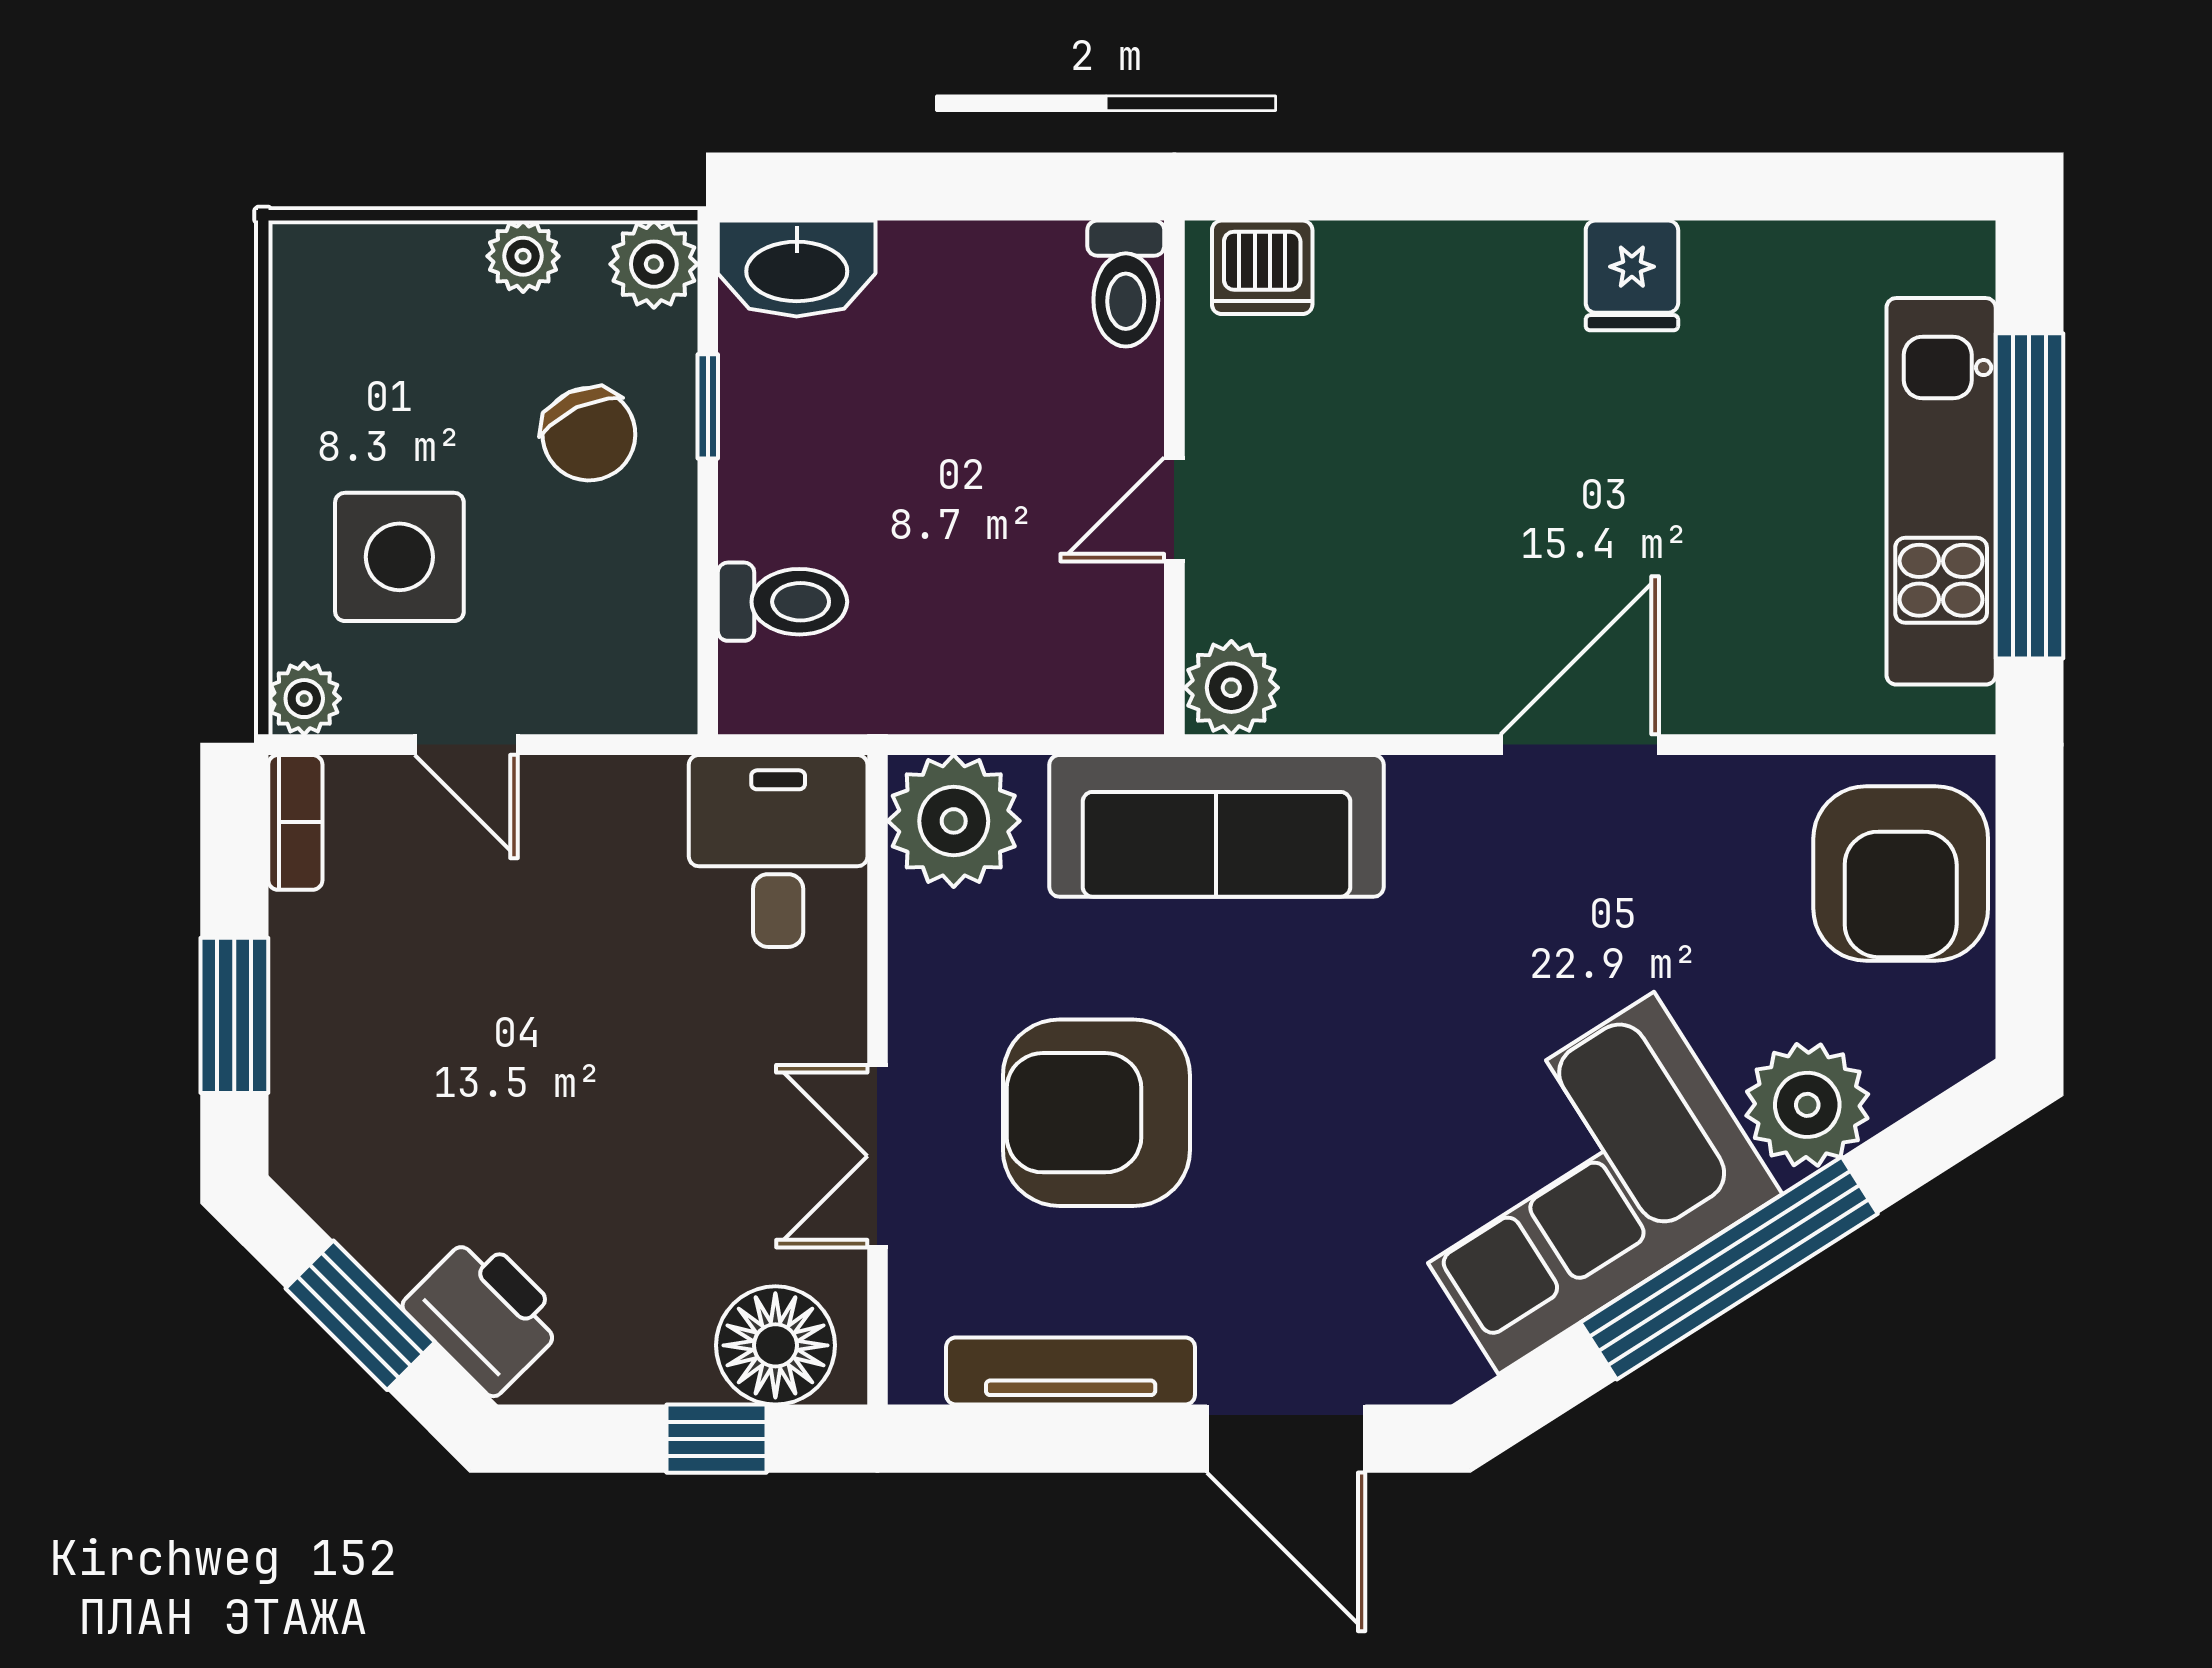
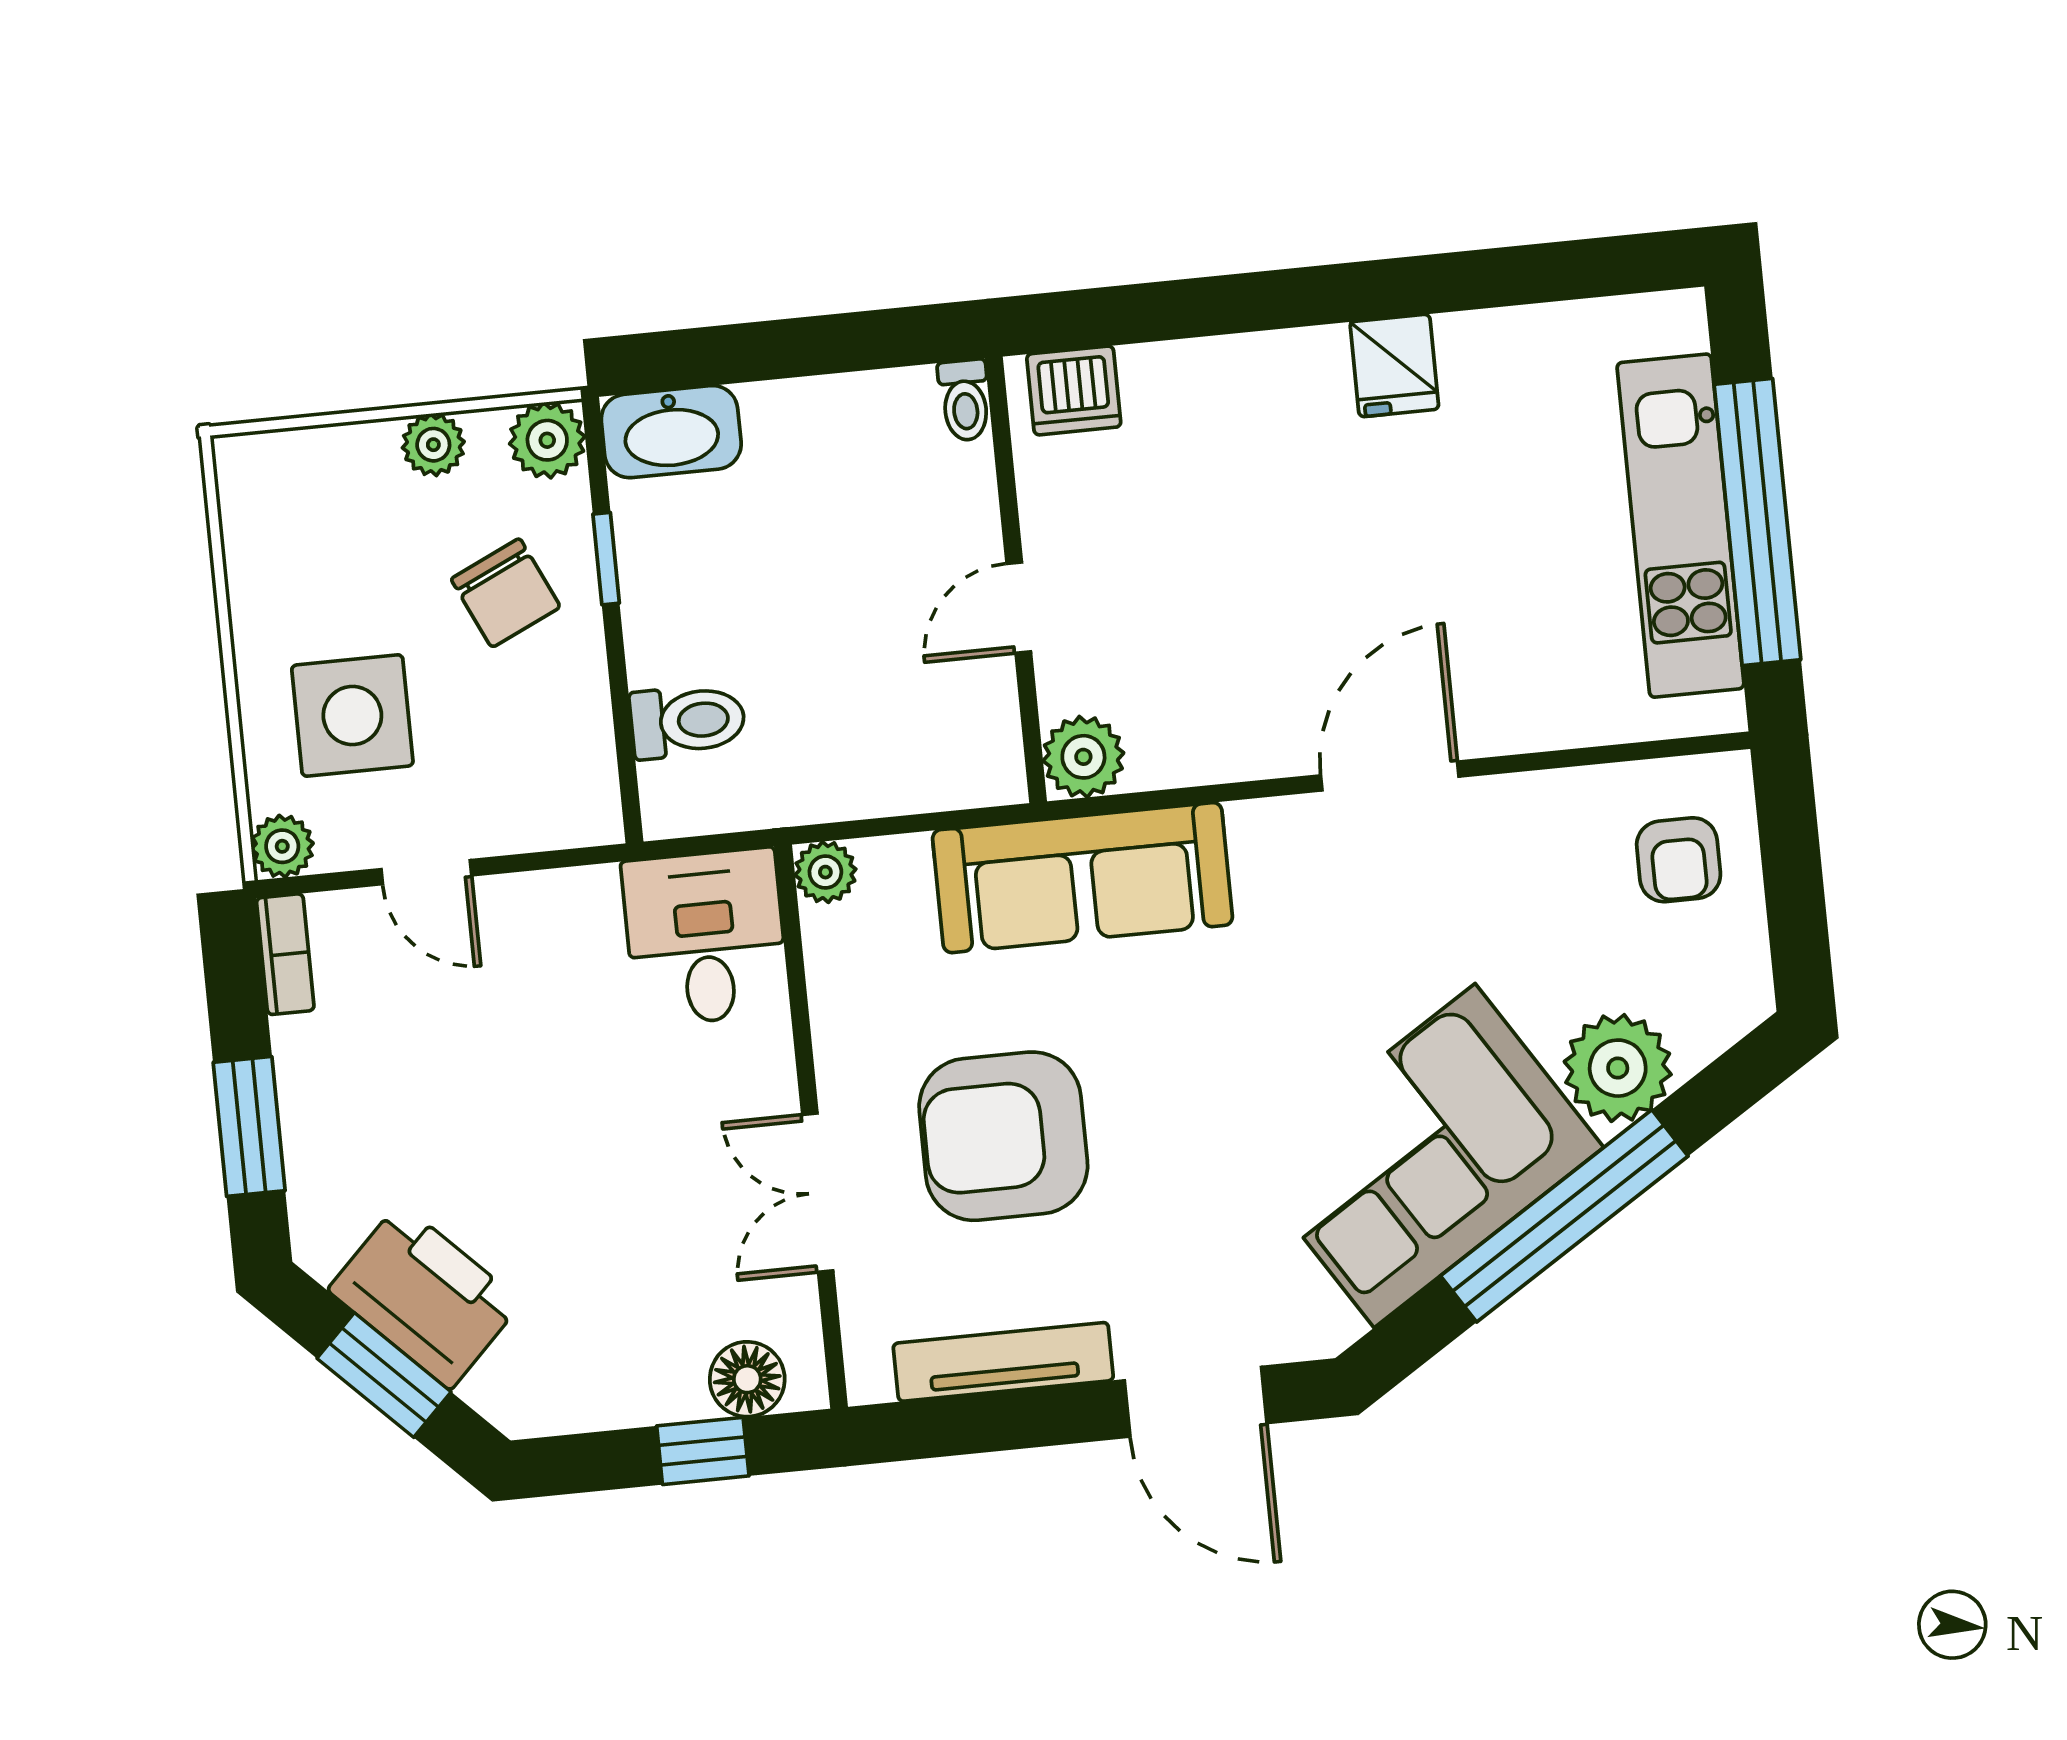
toilet: (1126, 284) -> (965, 400), width x0.73, depth x0.72
plant: (954, 821) -> (825, 872), width x0.53, depth x0.53
armchair: (1901, 873) -> (1679, 860), width x0.53, depth x0.53
printer: (485, 1314) -> (425, 1296), moved, width x1.37, depth x1.19
floor lamp: (775, 1345) -> (747, 1379), width x0.73, depth x0.73

